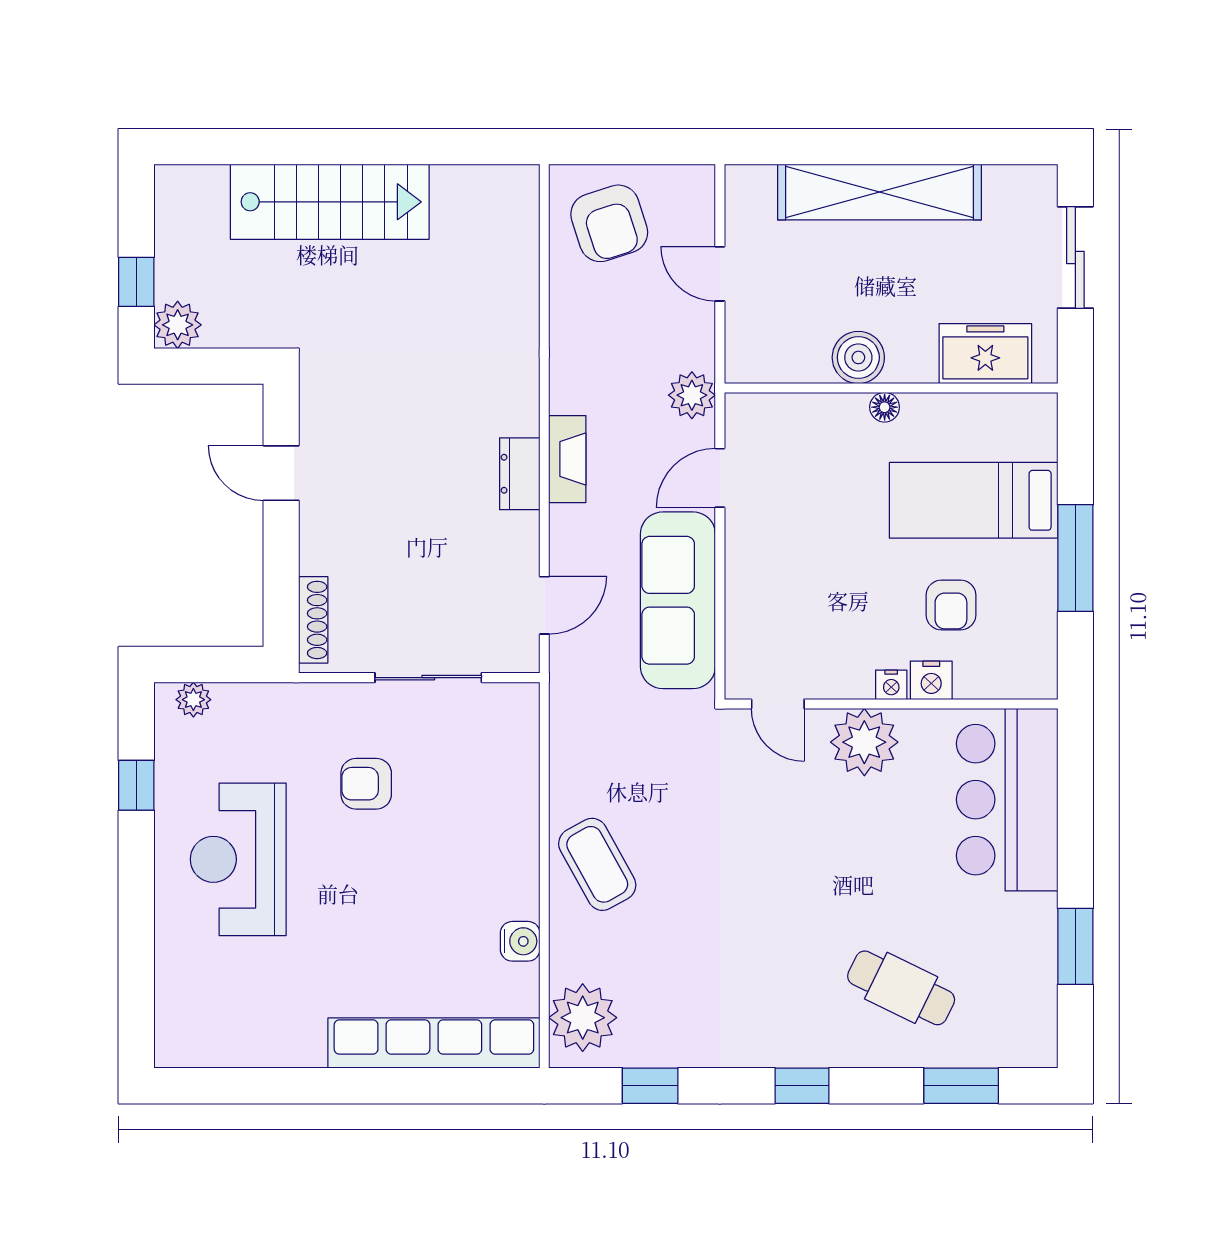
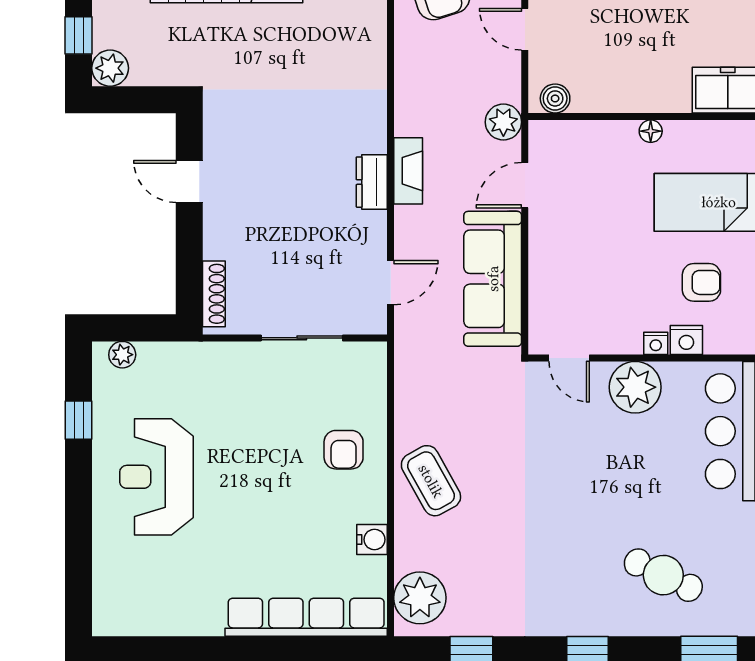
boiler: (858, 357) -> (555, 98), moved, width x0.73, depth x0.73
armchair: (951, 605) -> (701, 282), turned -90
armchair: (366, 784) -> (344, 450), moved, turned -90

